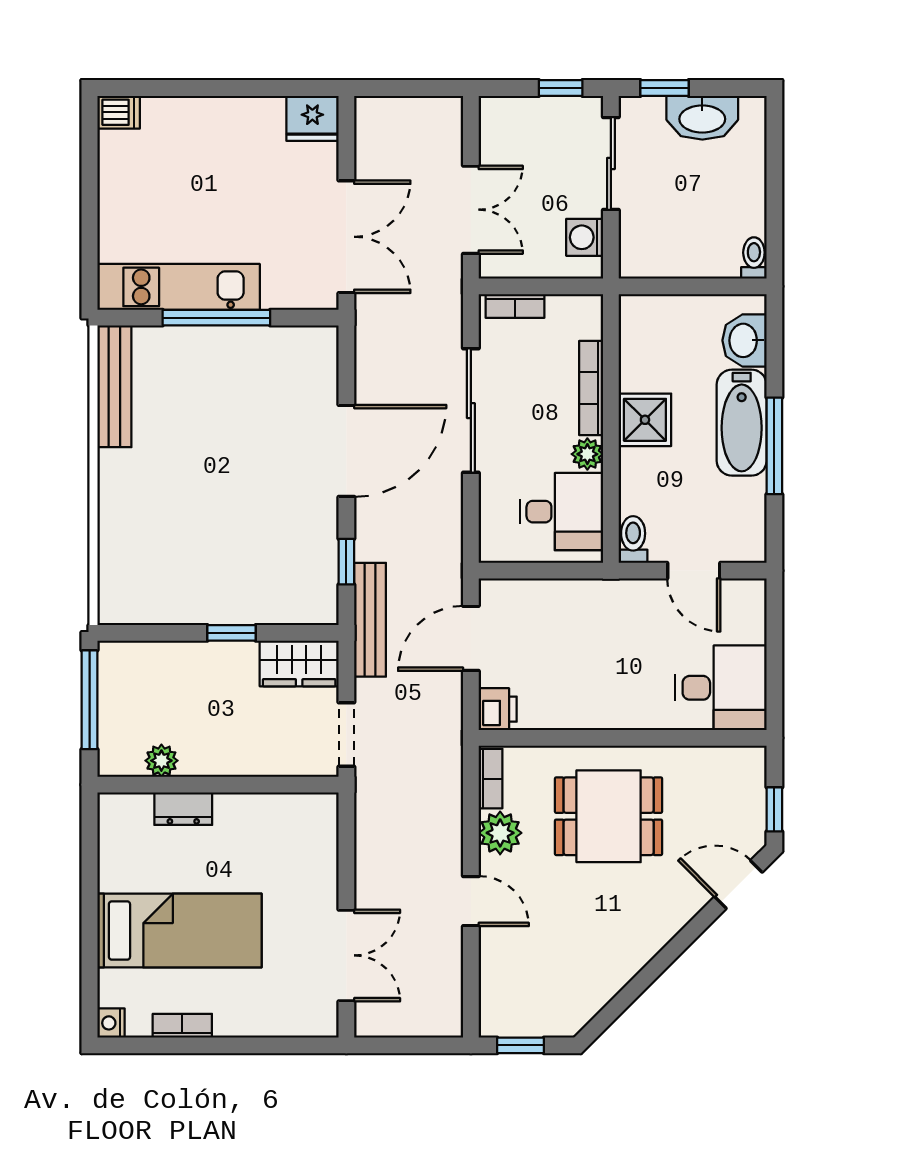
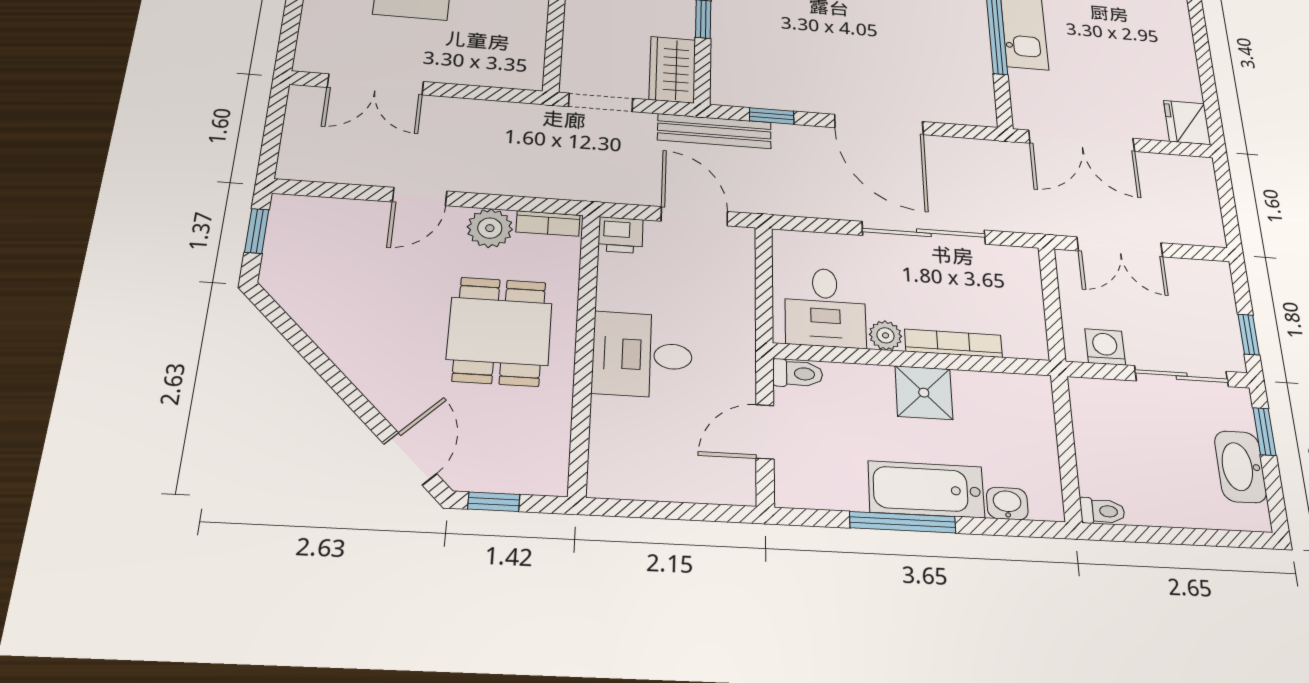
bookcase: (515, 306) -> (1030, 279), removed
washbasin: (745, 340) -> (1007, 504), width x0.72, depth x0.69
desk: (721, 688) -> (642, 355), moved, turned 90

